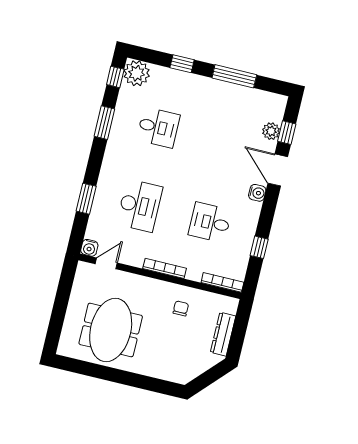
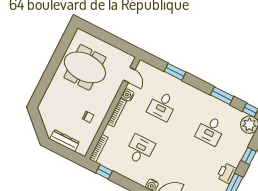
printer: (214, 89) -> (227, 173), added
desk: (140, 206) -> (162, 106), width x0.73
window: (259, 247) -> (104, 172), moved
water cooler: (89, 248) -> (128, 95), moved

